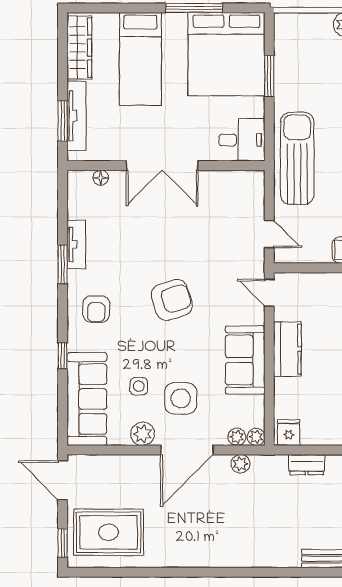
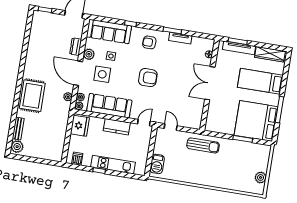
desk: (242, 140) -> (216, 122), removed
sun lounger: (297, 158) -> (203, 145), width x0.73, depth x0.75
door: (269, 234) -> (171, 127), swing flipped
armchair: (172, 300) -> (148, 78), turned -73
sofa: (245, 360) -> (109, 106), width x1.36
fridge: (289, 433) -> (80, 126), width x1.88, depth x1.34
dresser: (307, 465) -> (76, 47), moved
rug: (109, 532) -> (32, 96), moved

